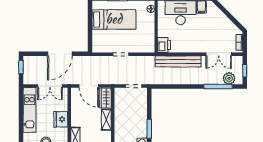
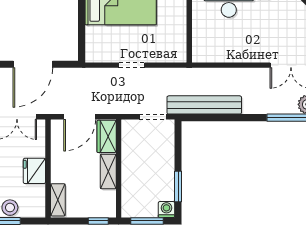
printer: (164, 45) -> (202, 50), removed
bench: (178, 61) -> (204, 105), moved
door: (89, 86) -> (80, 117), hinge flipped

